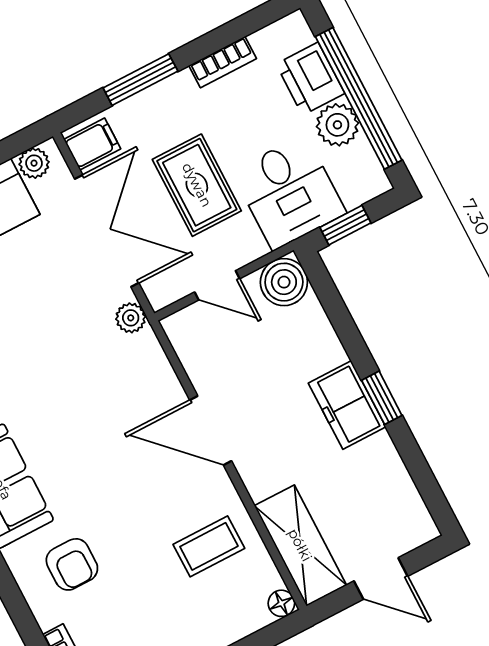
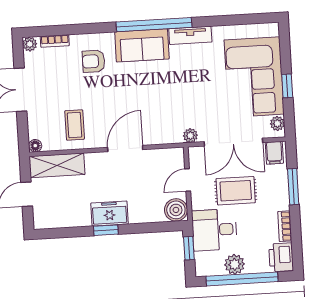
printer: (310, 79) -> (281, 257), moved, turned -90

